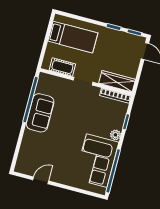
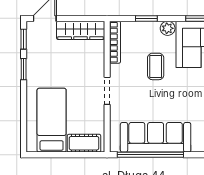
cot: (62, 67) -> (84, 143), moved, turned 90
wardrobe: (117, 81) -> (81, 30), moved, turned -90
sofa: (40, 113) -> (156, 137), width x1.36
coffee table: (91, 119) -> (156, 66), added

